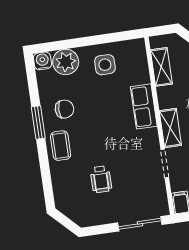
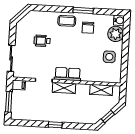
row of seats: (144, 106) -> (68, 74), moved

